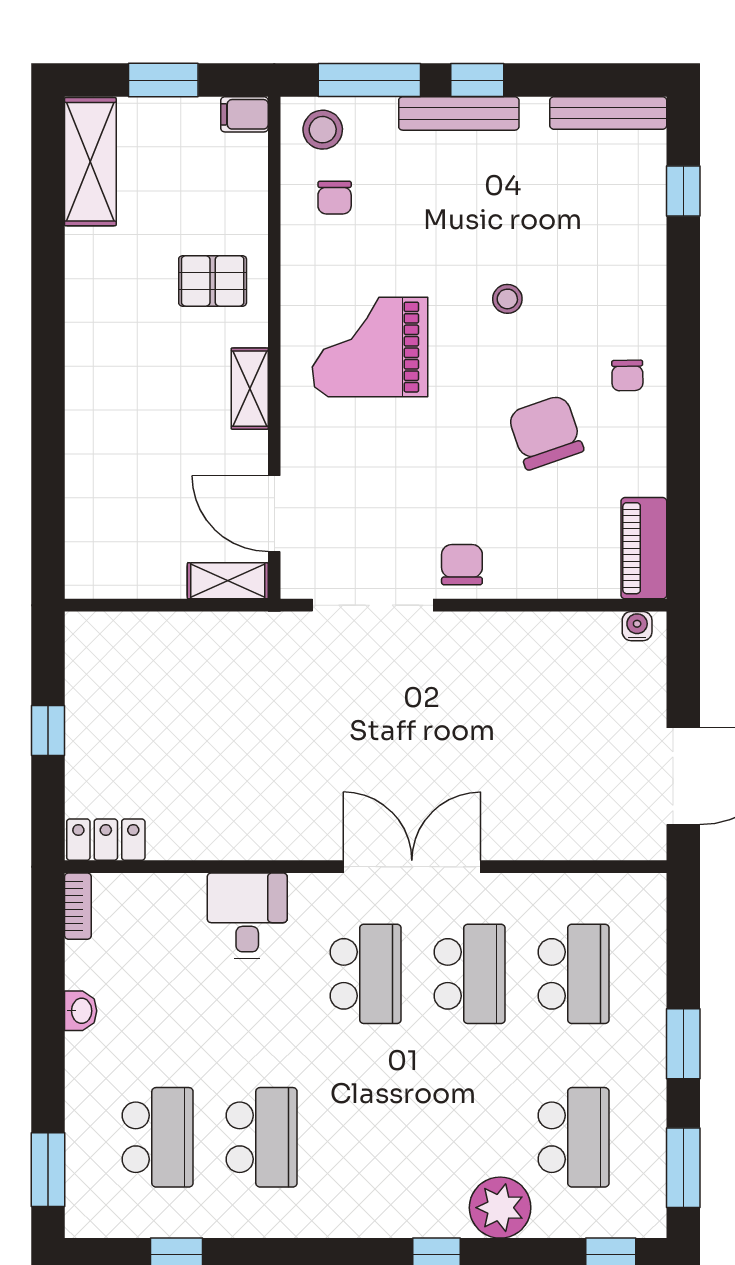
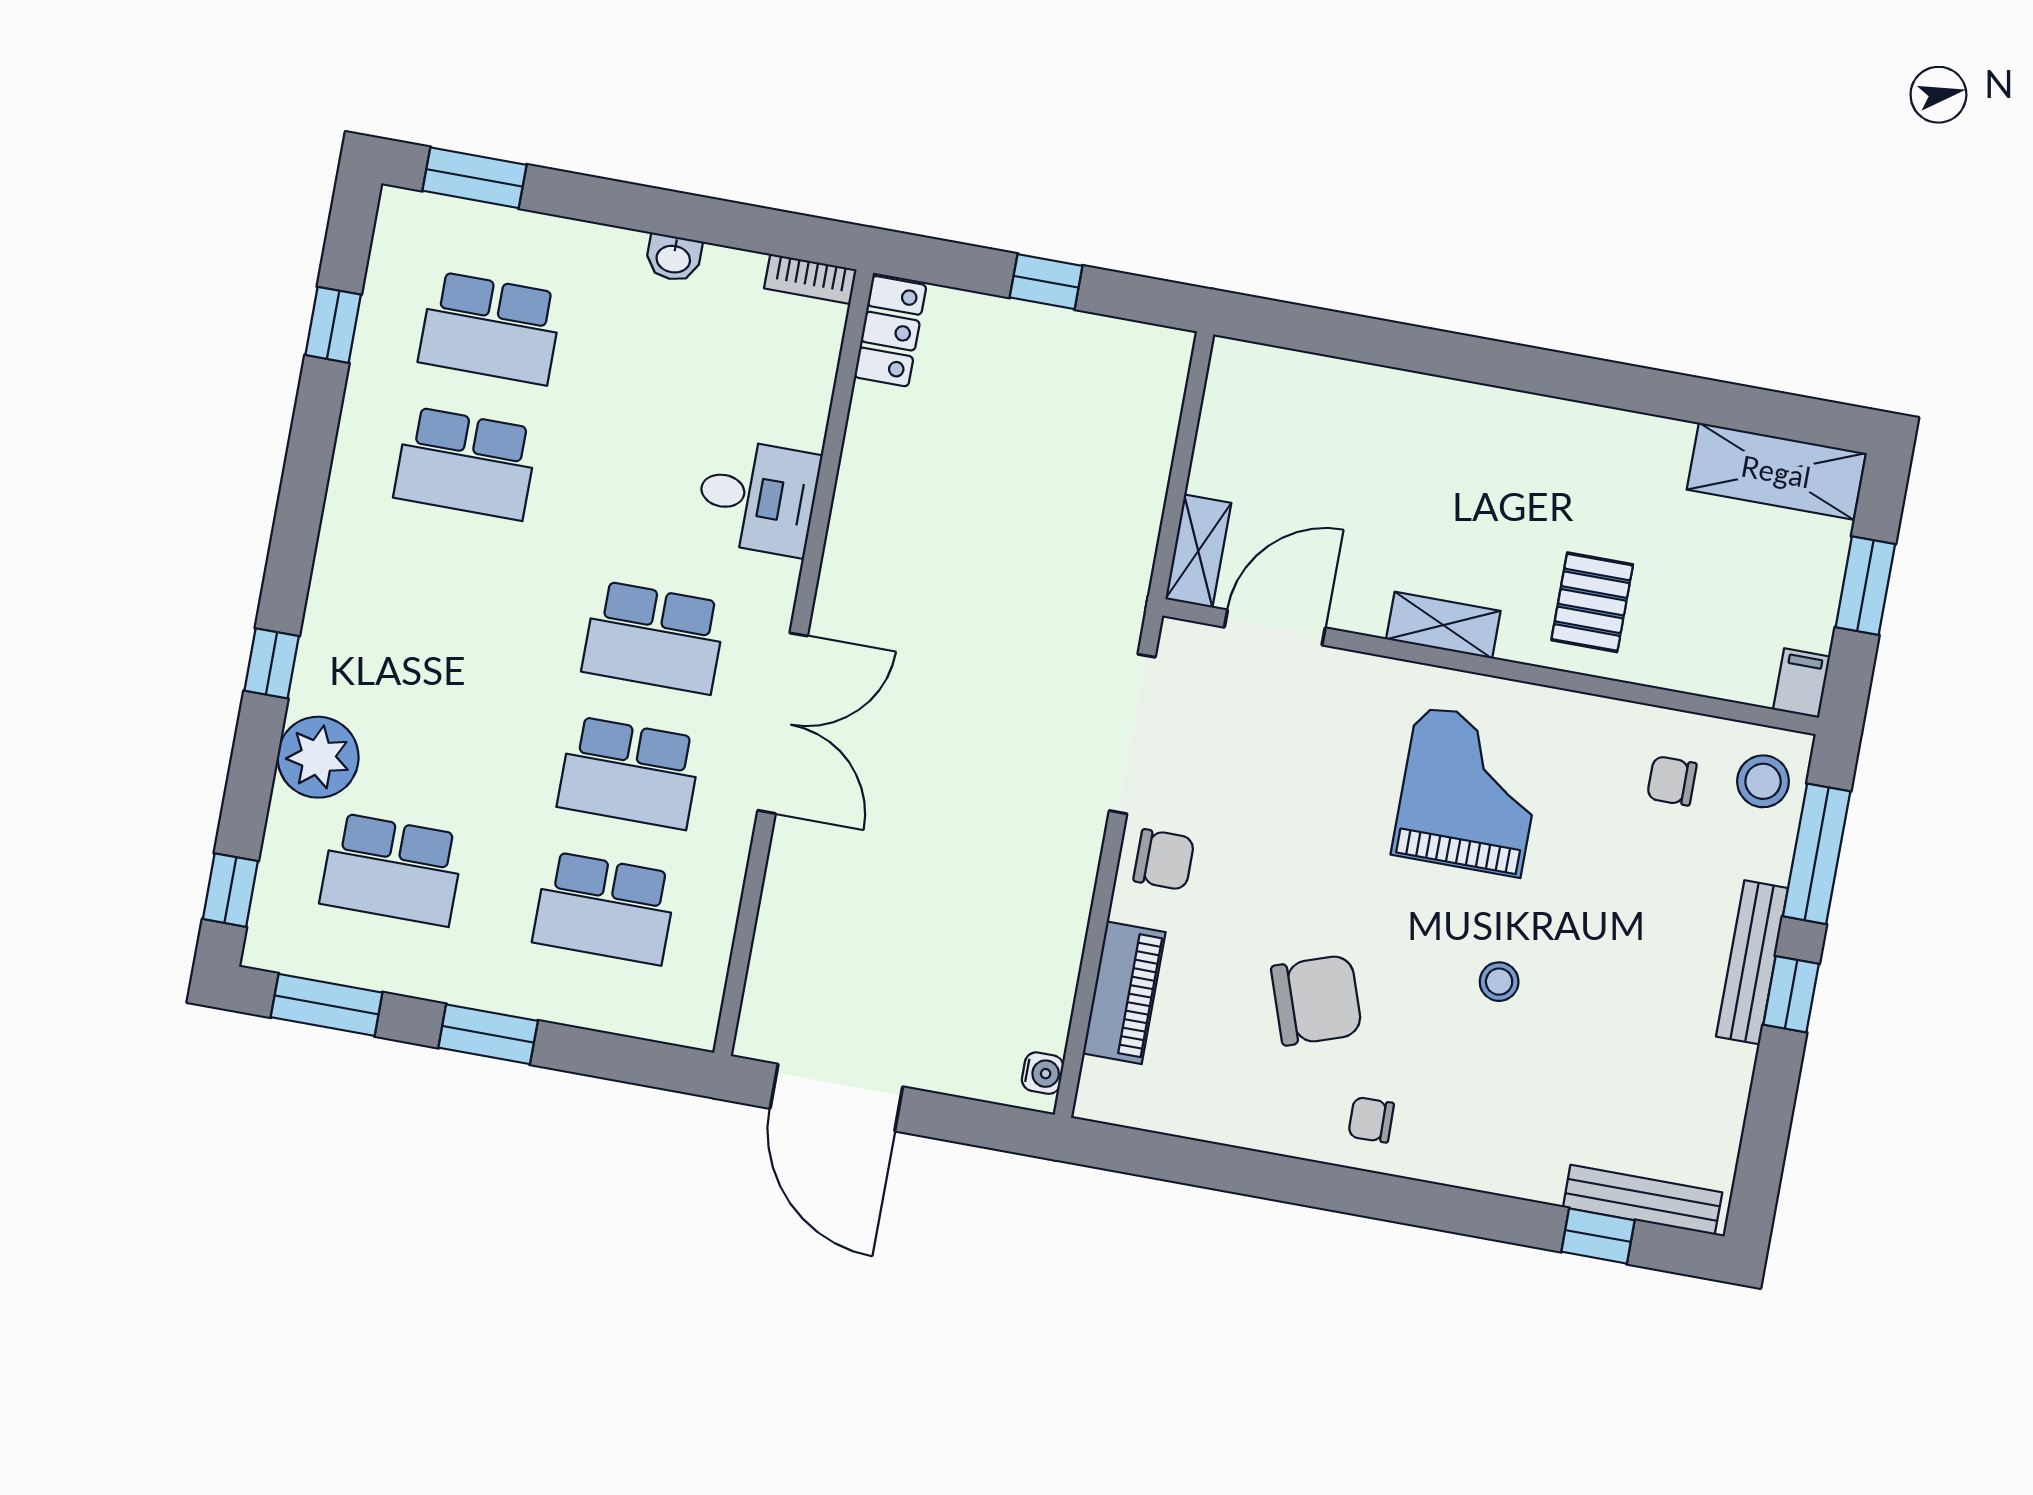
bench: (608, 113) -> (1643, 1200), moved, turned 90
piano: (644, 548) -> (1124, 993), moved, turned 90

